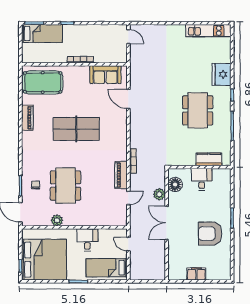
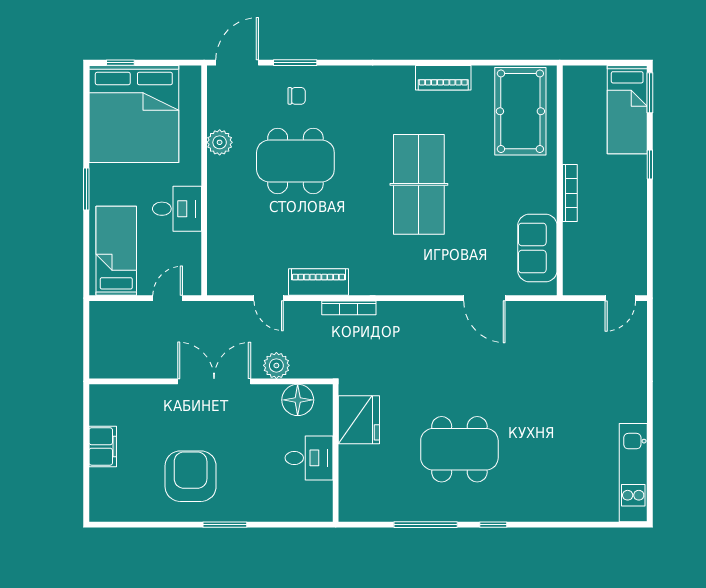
fridge: (222, 74) -> (359, 420), moved, turned 90
door: (128, 99) -> (484, 298), swing flipped
kitchen counter: (209, 159) -> (352, 474), removed

